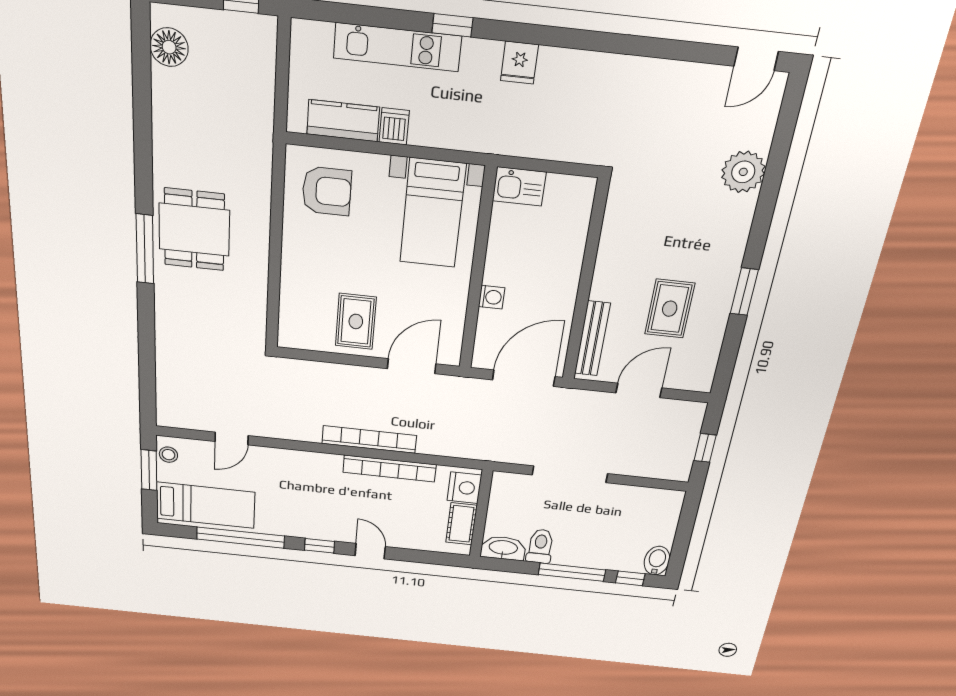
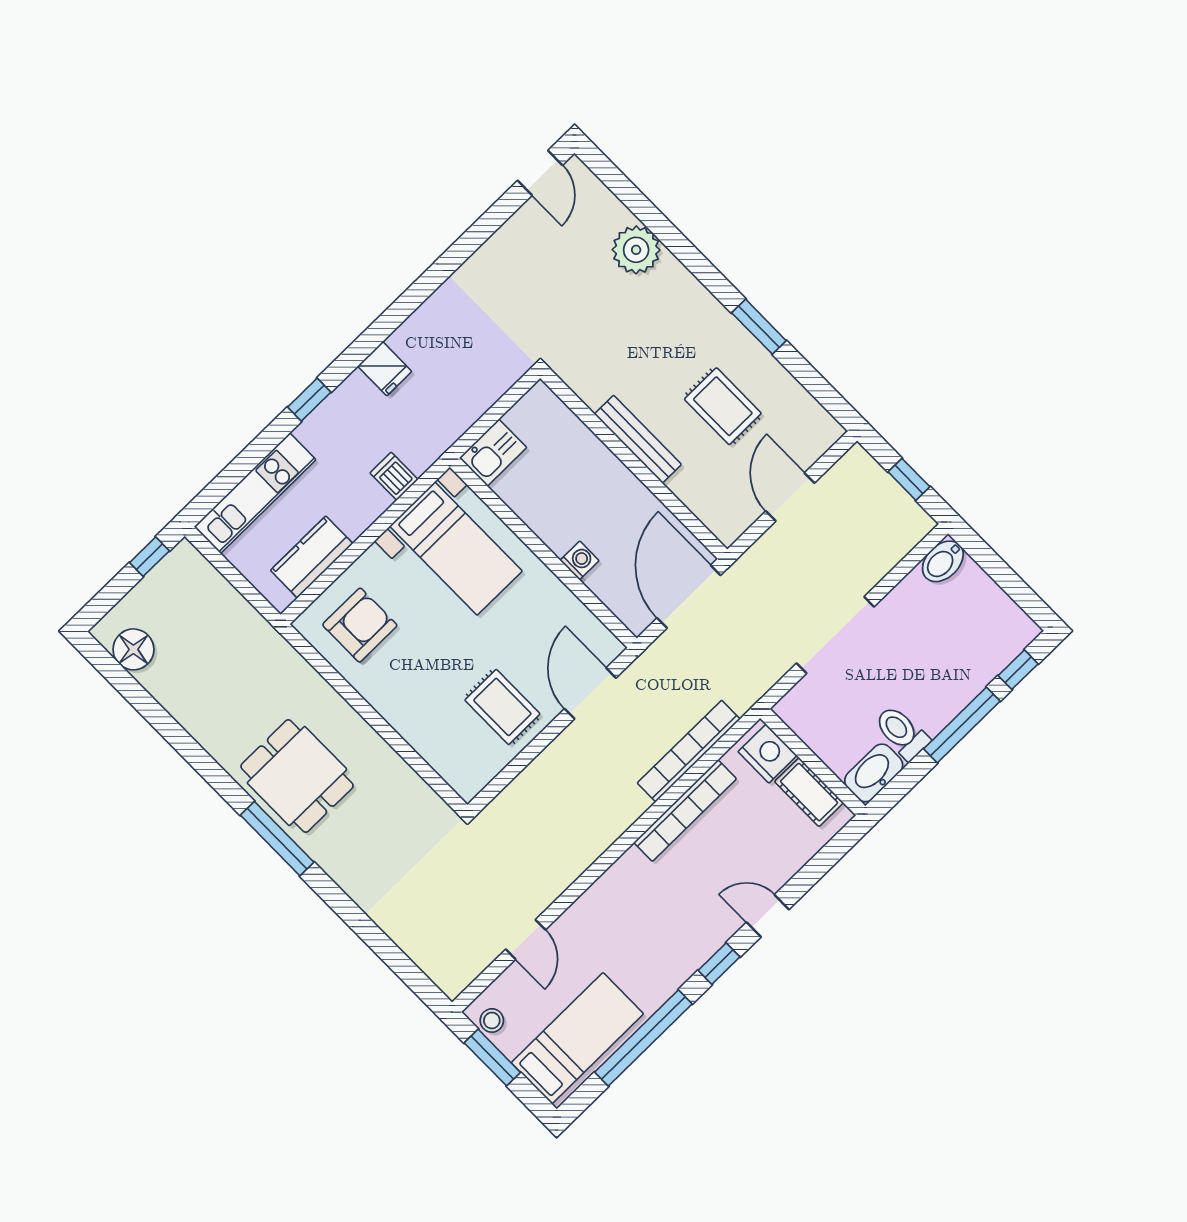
kitchen unit: (397, 47) -> (255, 493), moved
dishwasher: (394, 126) -> (394, 476), moved
bench: (592, 339) -> (638, 439), moved
bookcase: (369, 440) -> (689, 751), moved
bidet: (657, 561) -> (943, 561), moved, turned -90

